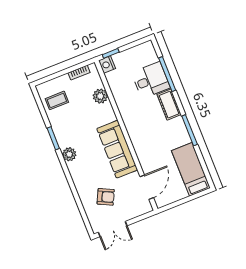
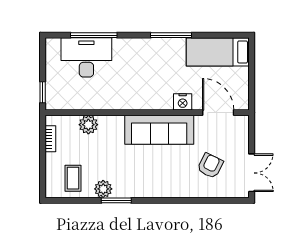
nightstand: (107, 65) -> (183, 102), moved
desk: (151, 80) -> (86, 57), width x1.37
cot: (169, 105) -> (131, 47), removed
plant: (69, 154) -> (103, 189), moved

